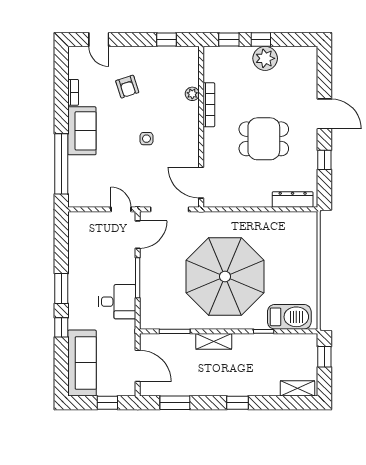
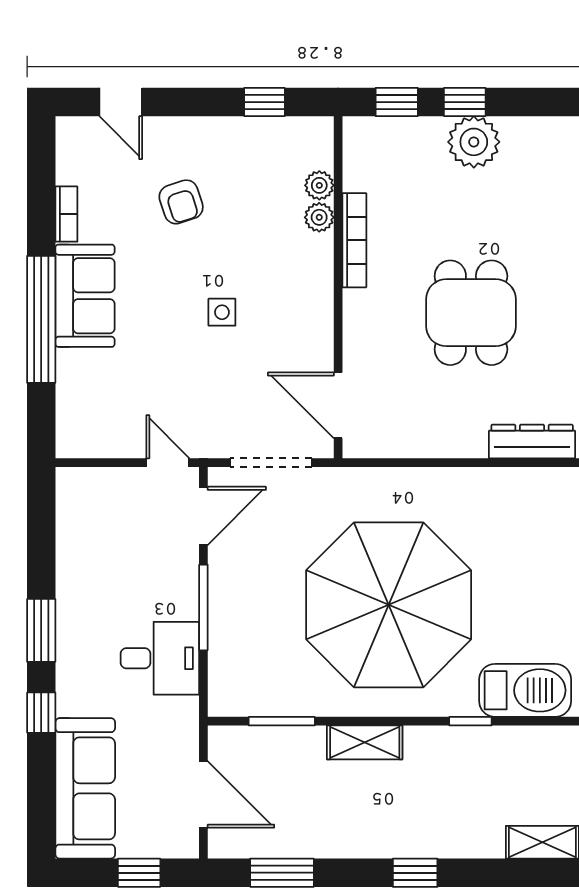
plant: (192, 79) -> (319, 185), added
dining table: (264, 139) -> (471, 313), turned 90
window: (61, 164) -> (41, 319), moved

